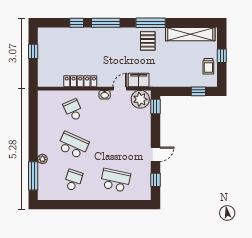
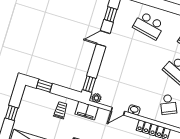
trolley: (208, 66) -> (61, 110), moved
filing cabinet: (139, 80) -> (87, 111), moved
plant: (140, 99) -> (96, 98), width x0.53, depth x0.53

